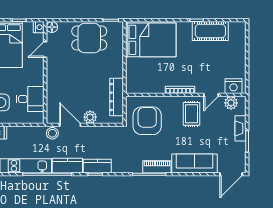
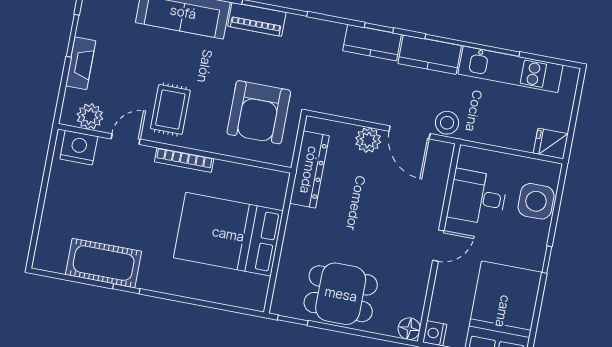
bed: (151, 40) -> (228, 234), moved
door: (45, 49) -> (438, 246), moved

